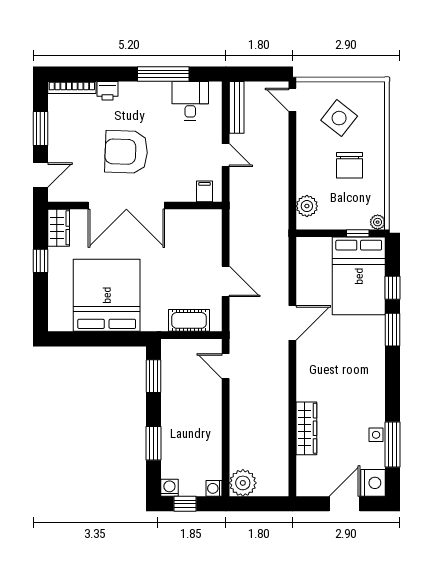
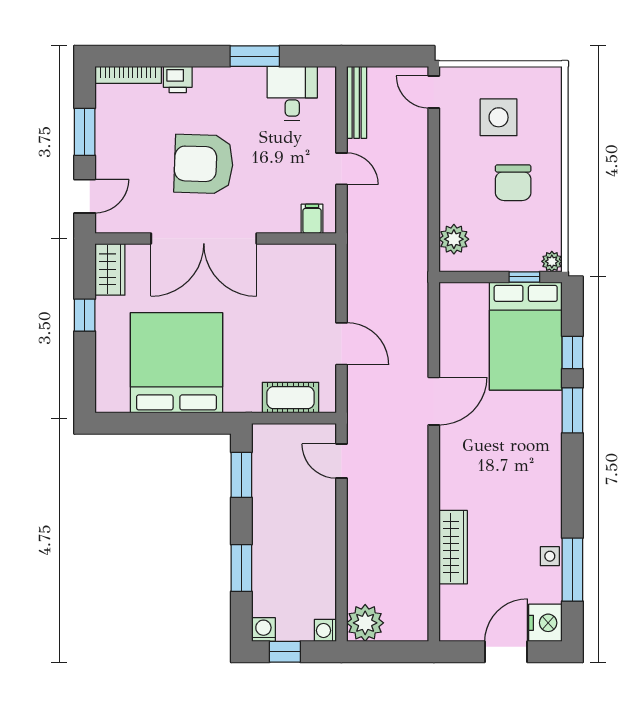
window: (163, 74) -> (255, 56), width x0.69
side table: (339, 118) -> (499, 117), turned -38

